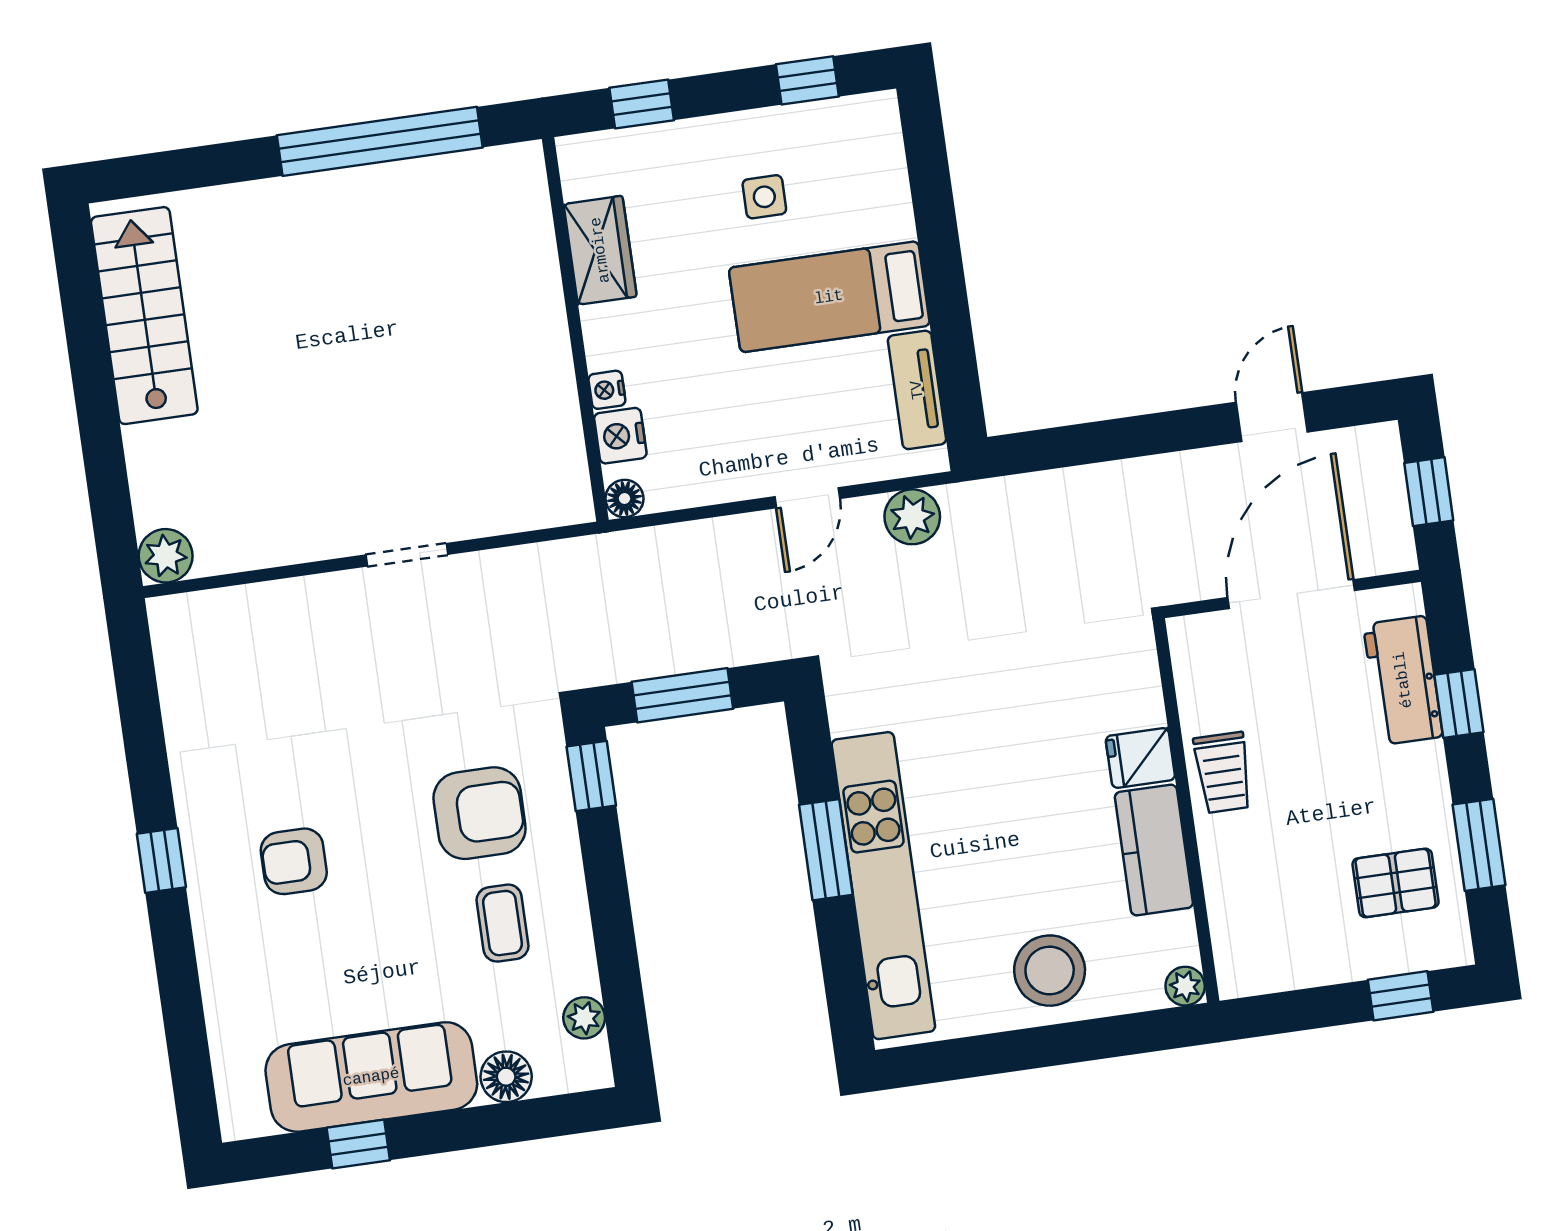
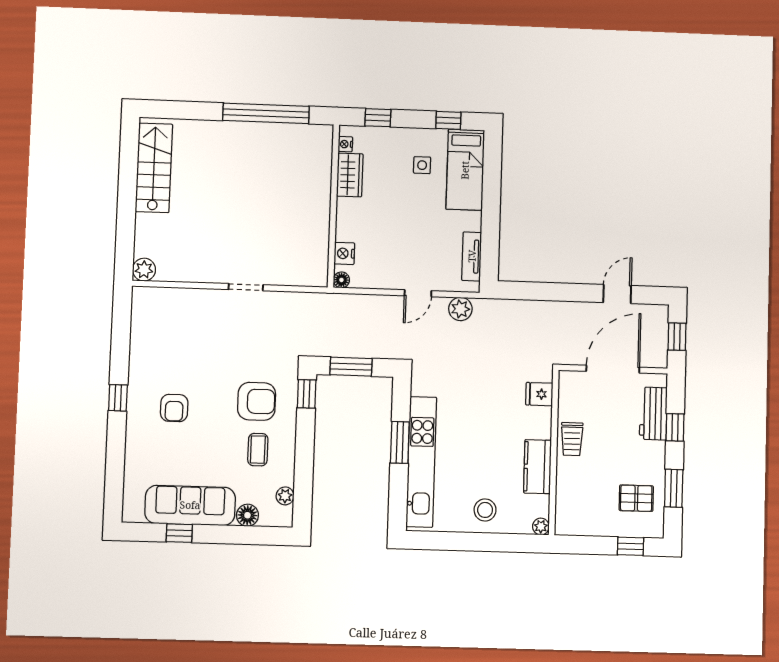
bed: (829, 297) -> (465, 170), moved, turned -90
nightstand: (607, 390) -> (345, 144), moved
fridge: (1140, 758) -> (539, 394), moved
armchair: (294, 861) -> (174, 408), turned -90
stool: (1050, 971) -> (485, 510), width x0.73, depth x0.73

